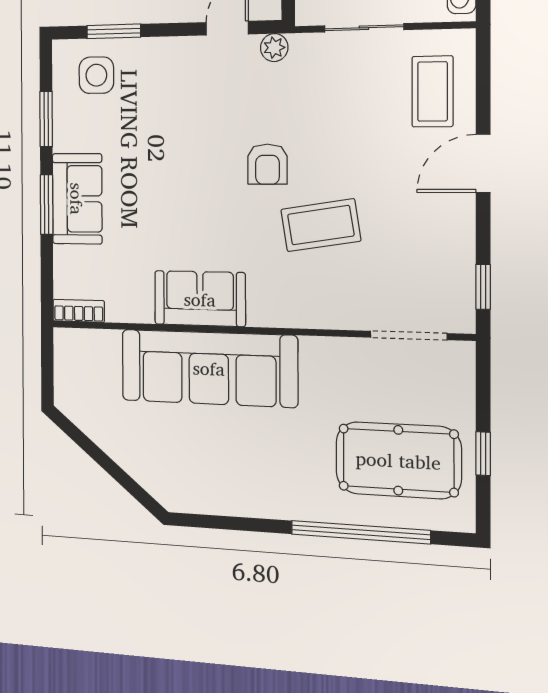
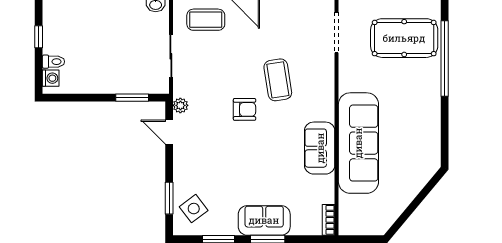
side table: (96, 75) -> (194, 209), turned -37
pool table: (398, 460) -> (404, 38), turned 90

